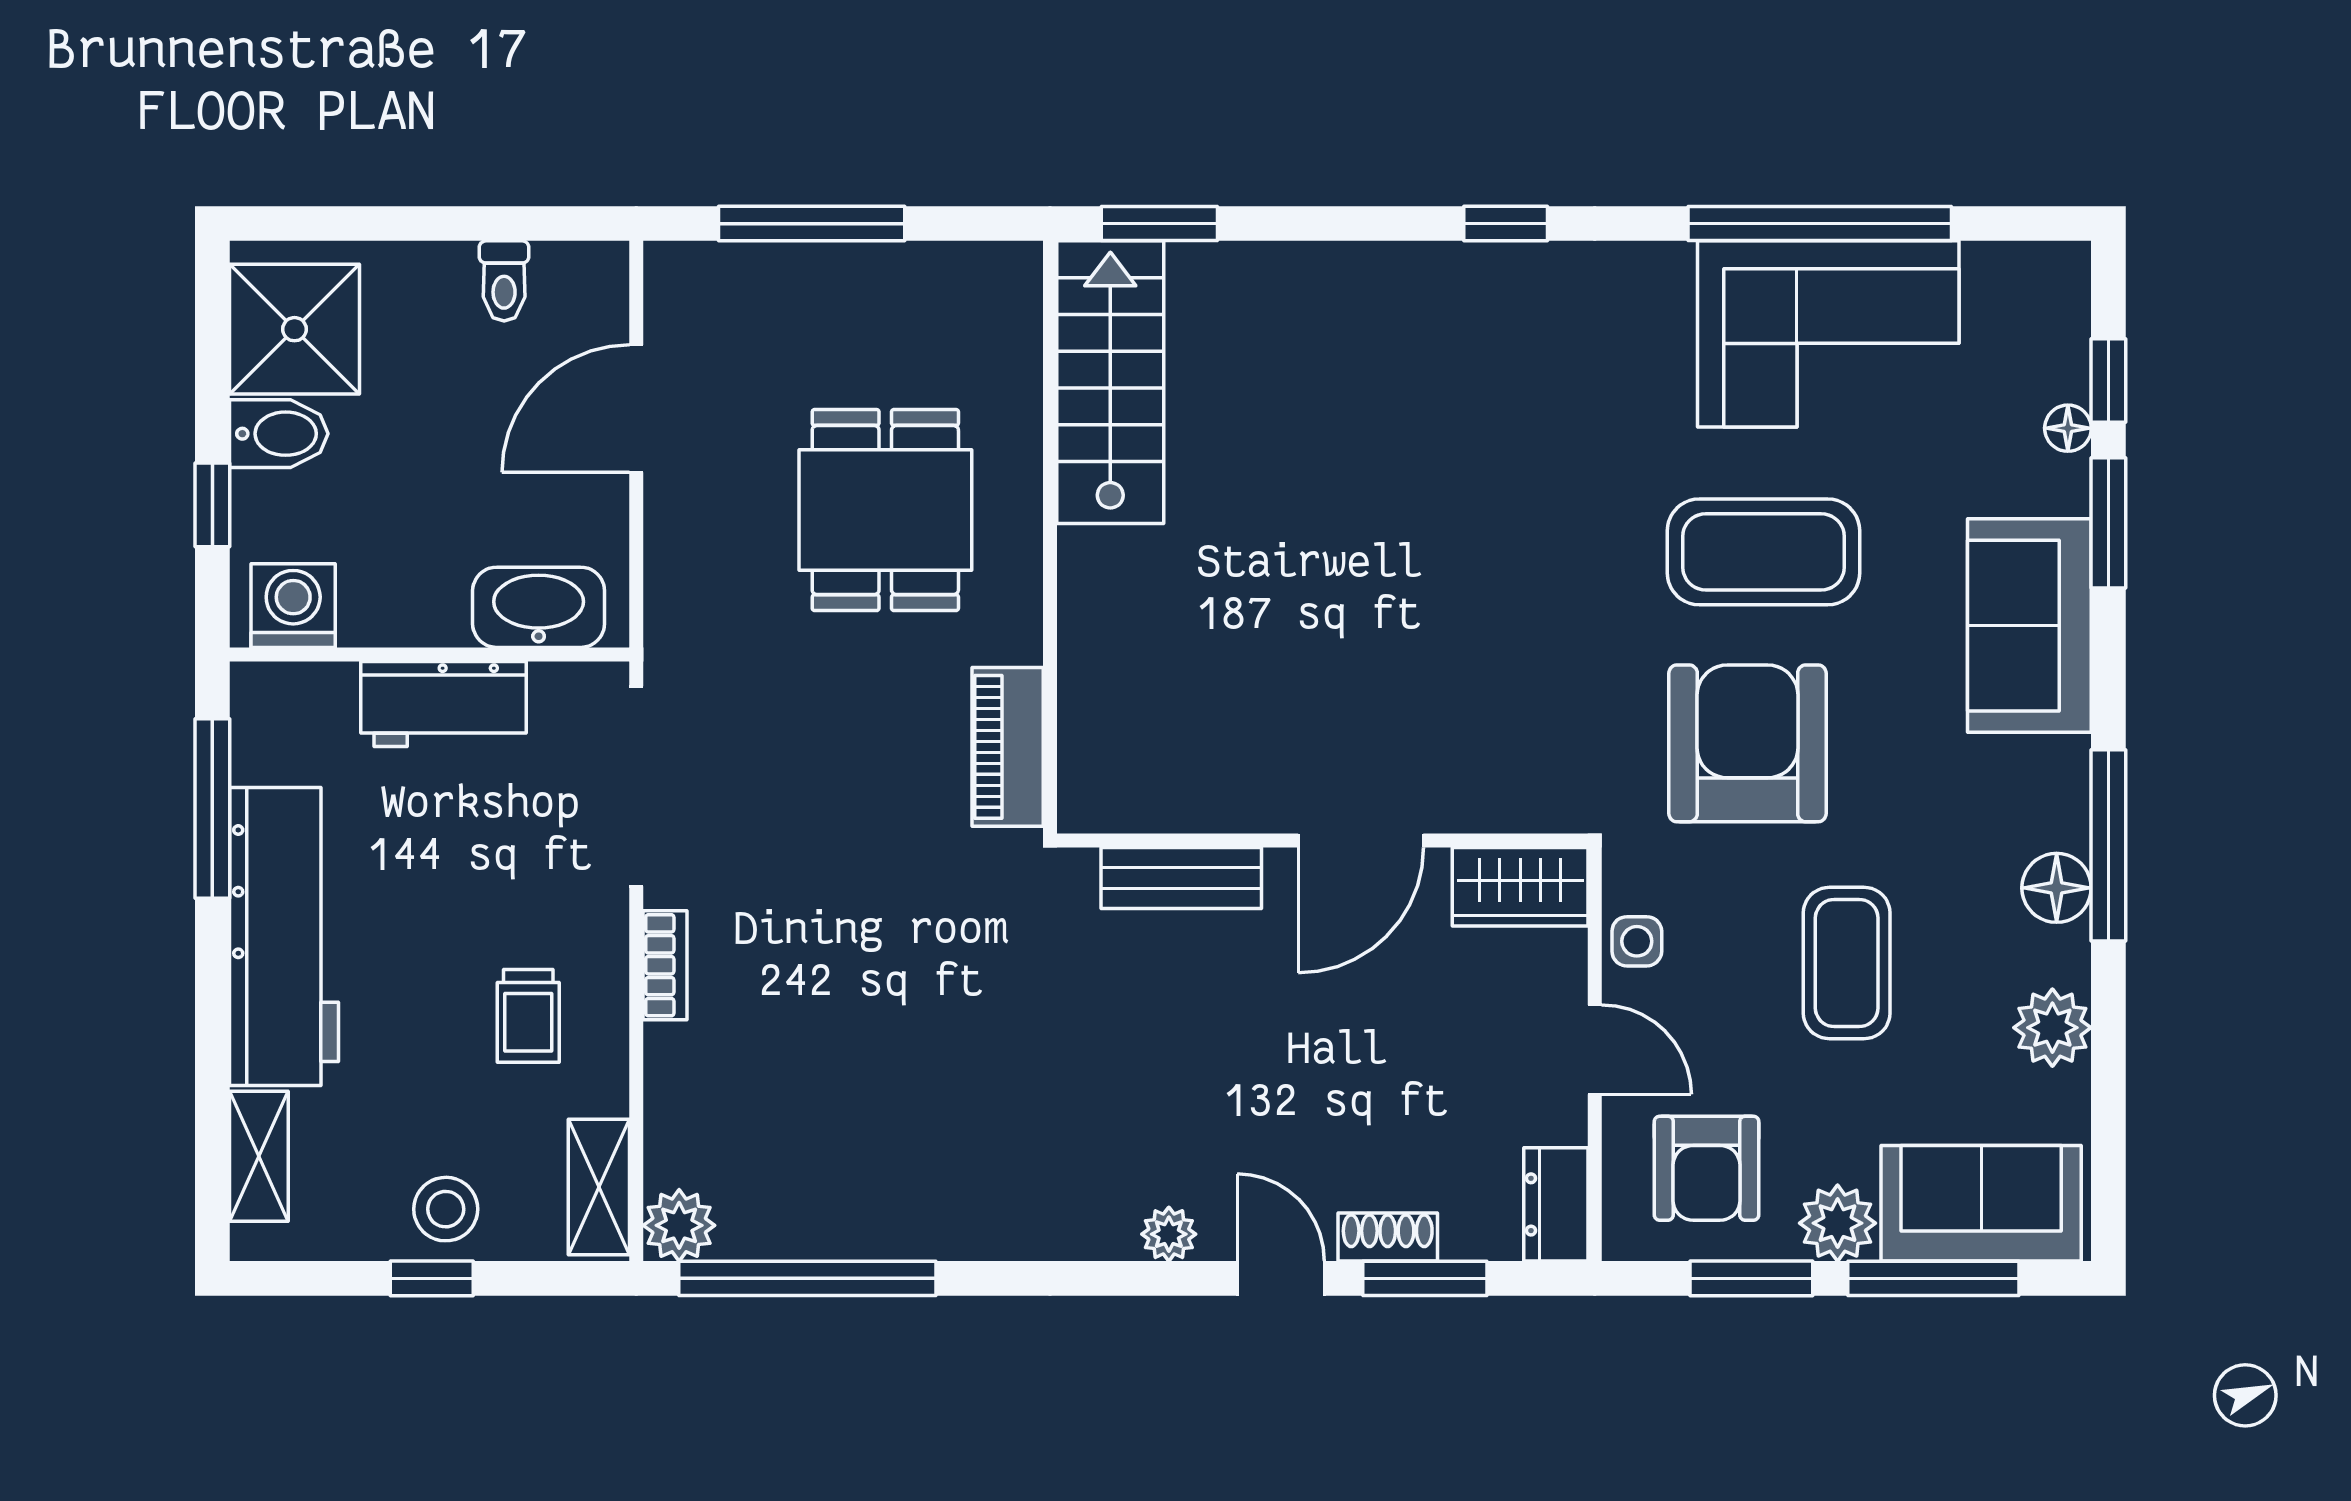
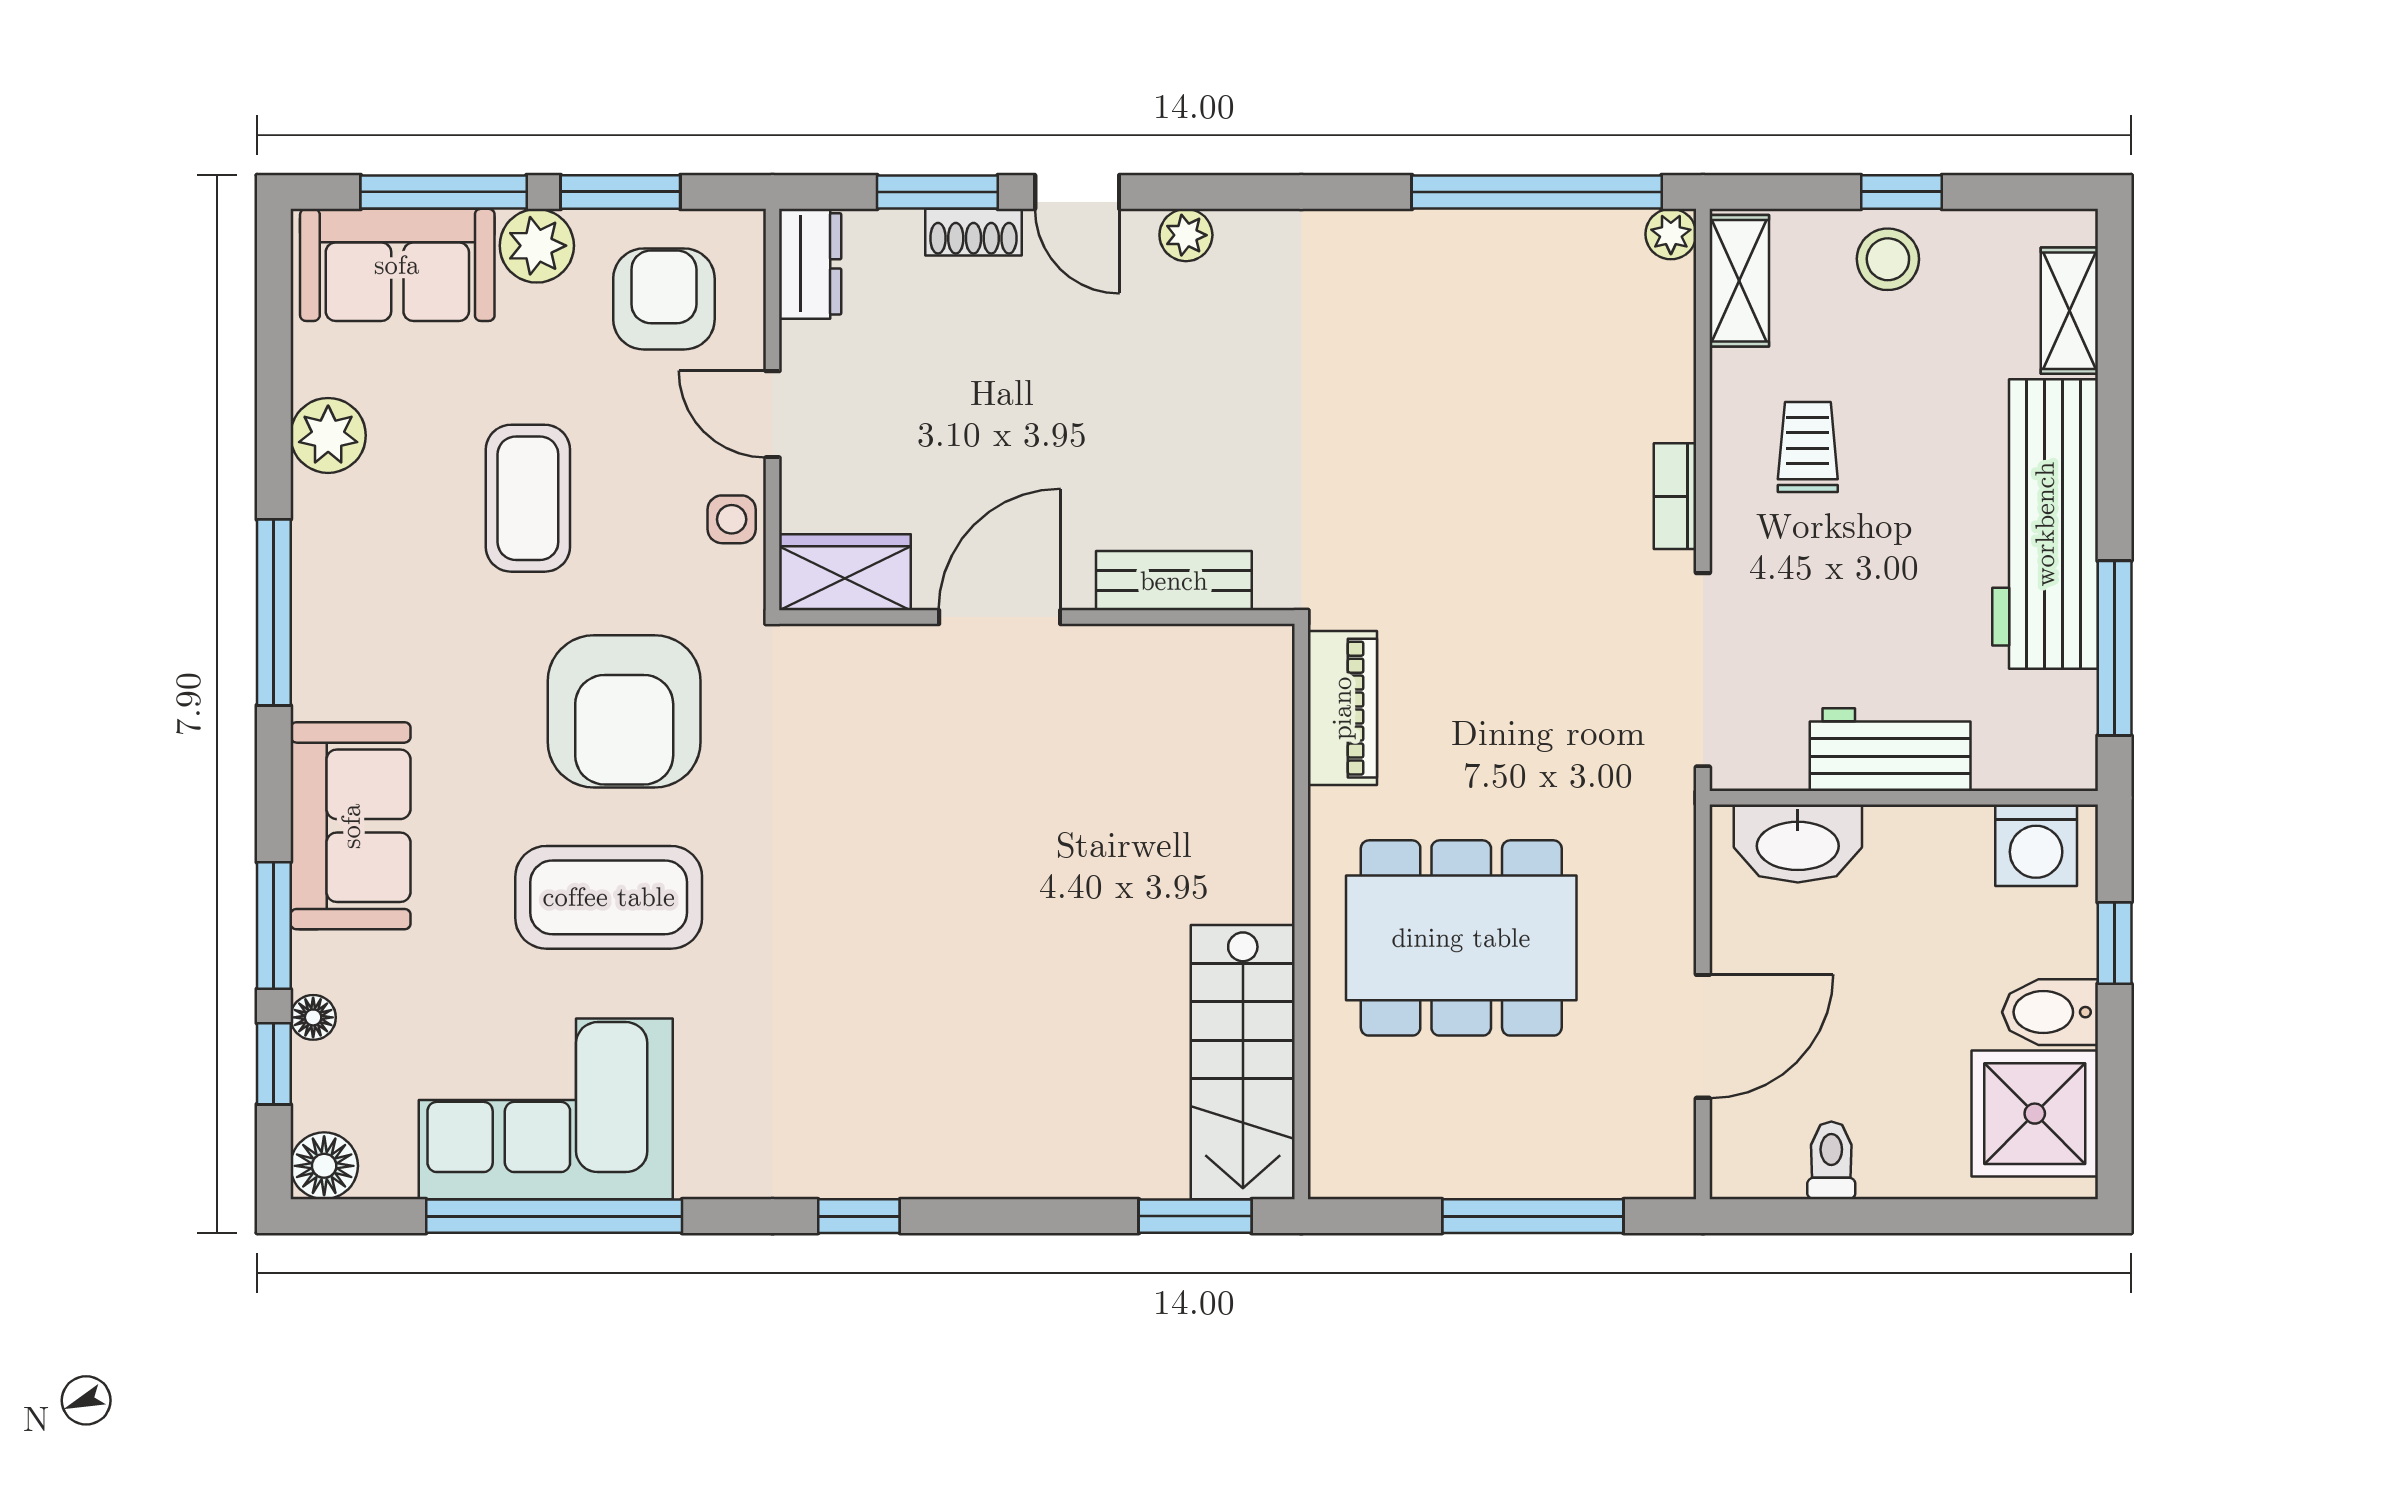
dining table: (885, 510) -> (1461, 938), width x1.38
floor lamp: (2057, 888) -> (324, 1166), moved
plant: (679, 1225) -> (1671, 234), width x0.73, depth x0.73

